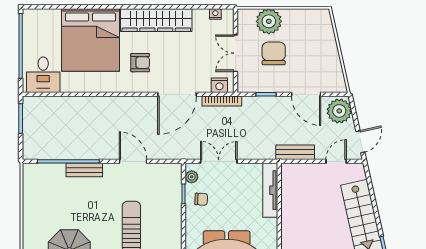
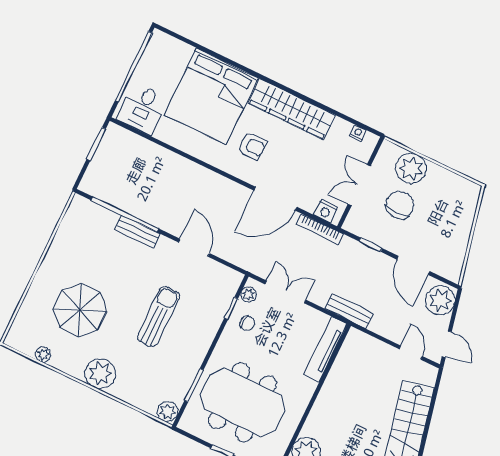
door: (360, 142) -> (447, 344), hinge flipped
bench: (295, 152) -> (349, 311), moved
door: (336, 161) -> (411, 353), hinge flipped

